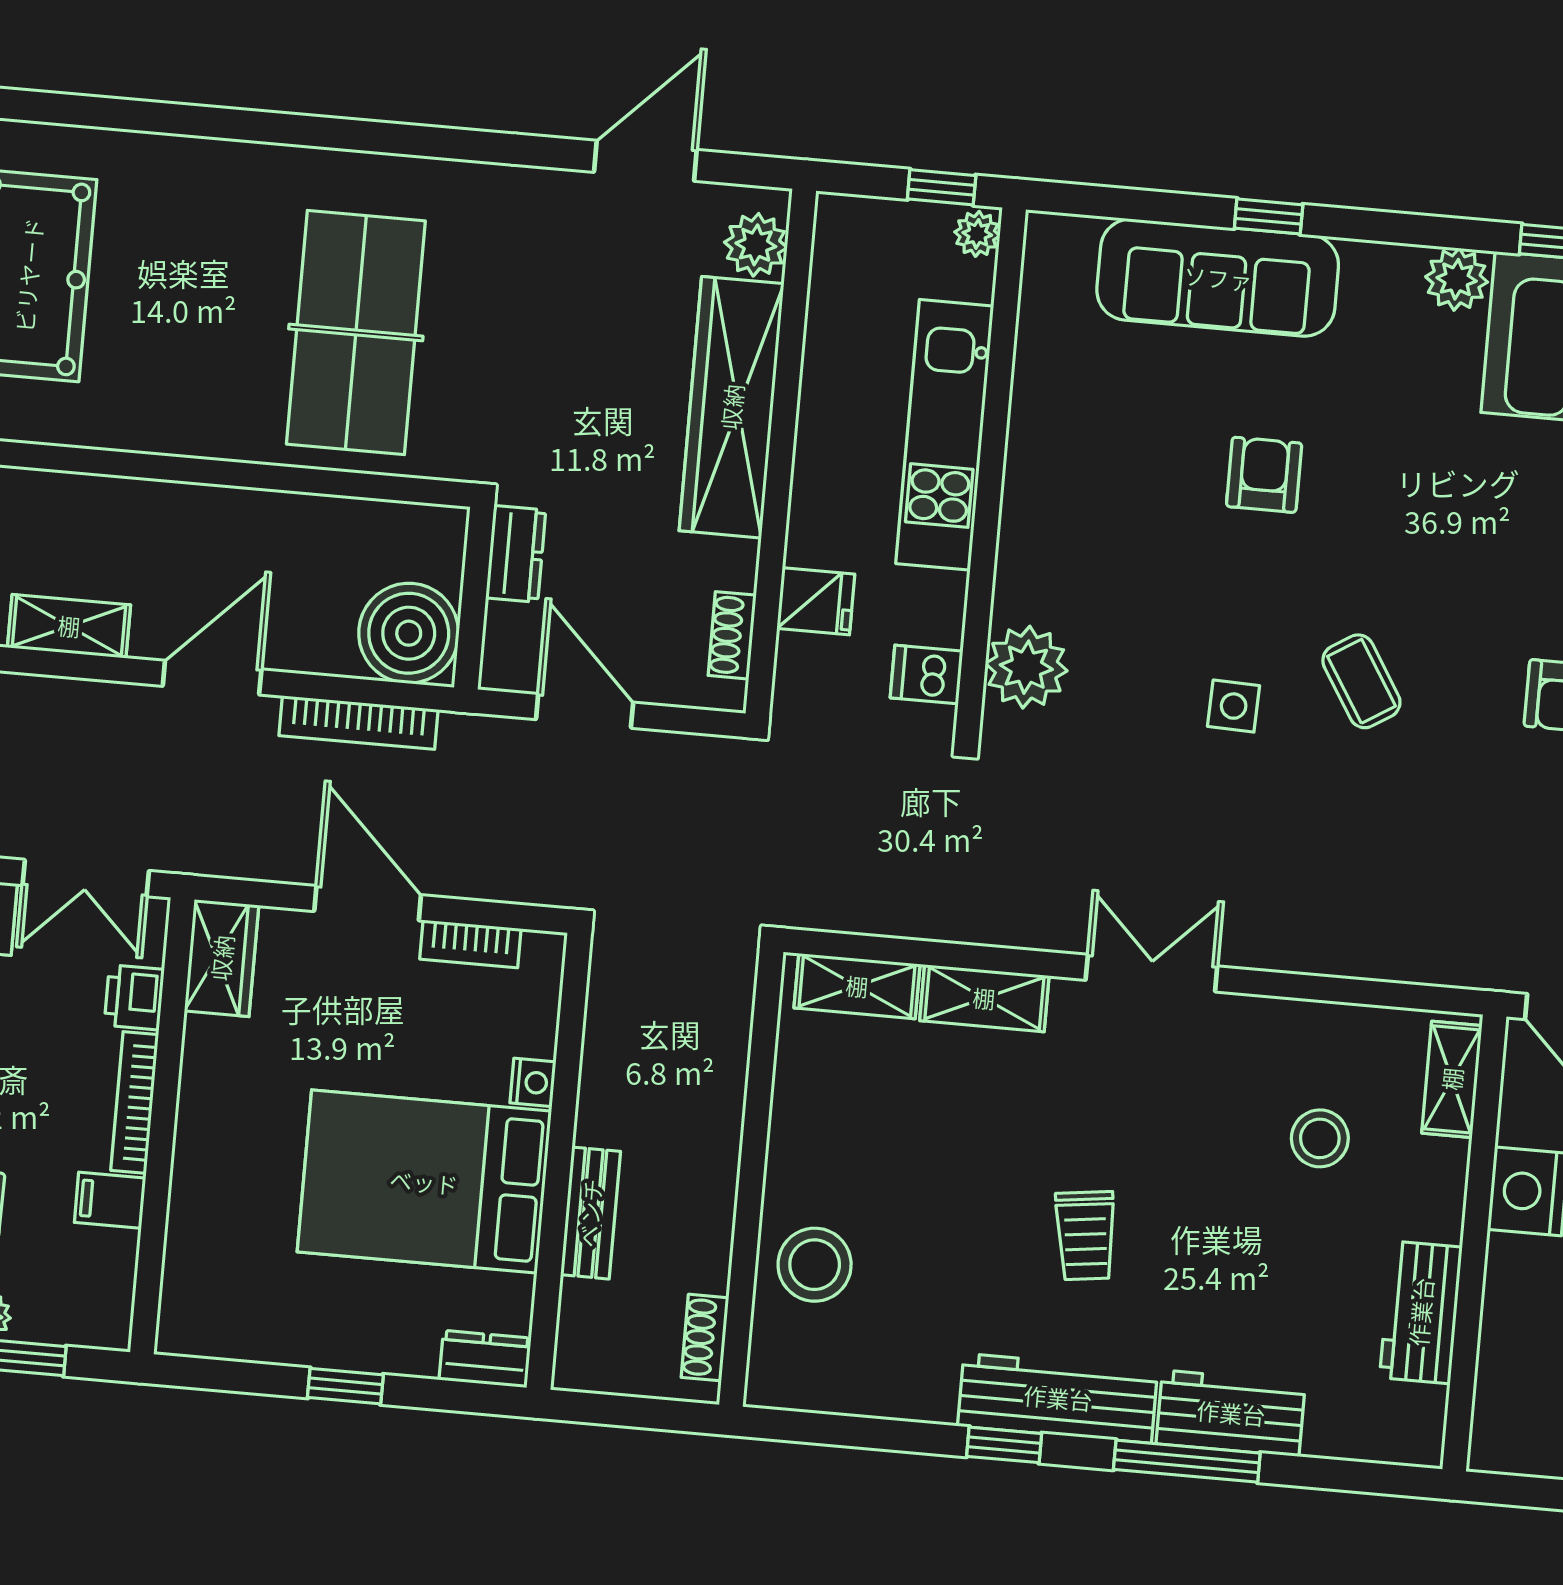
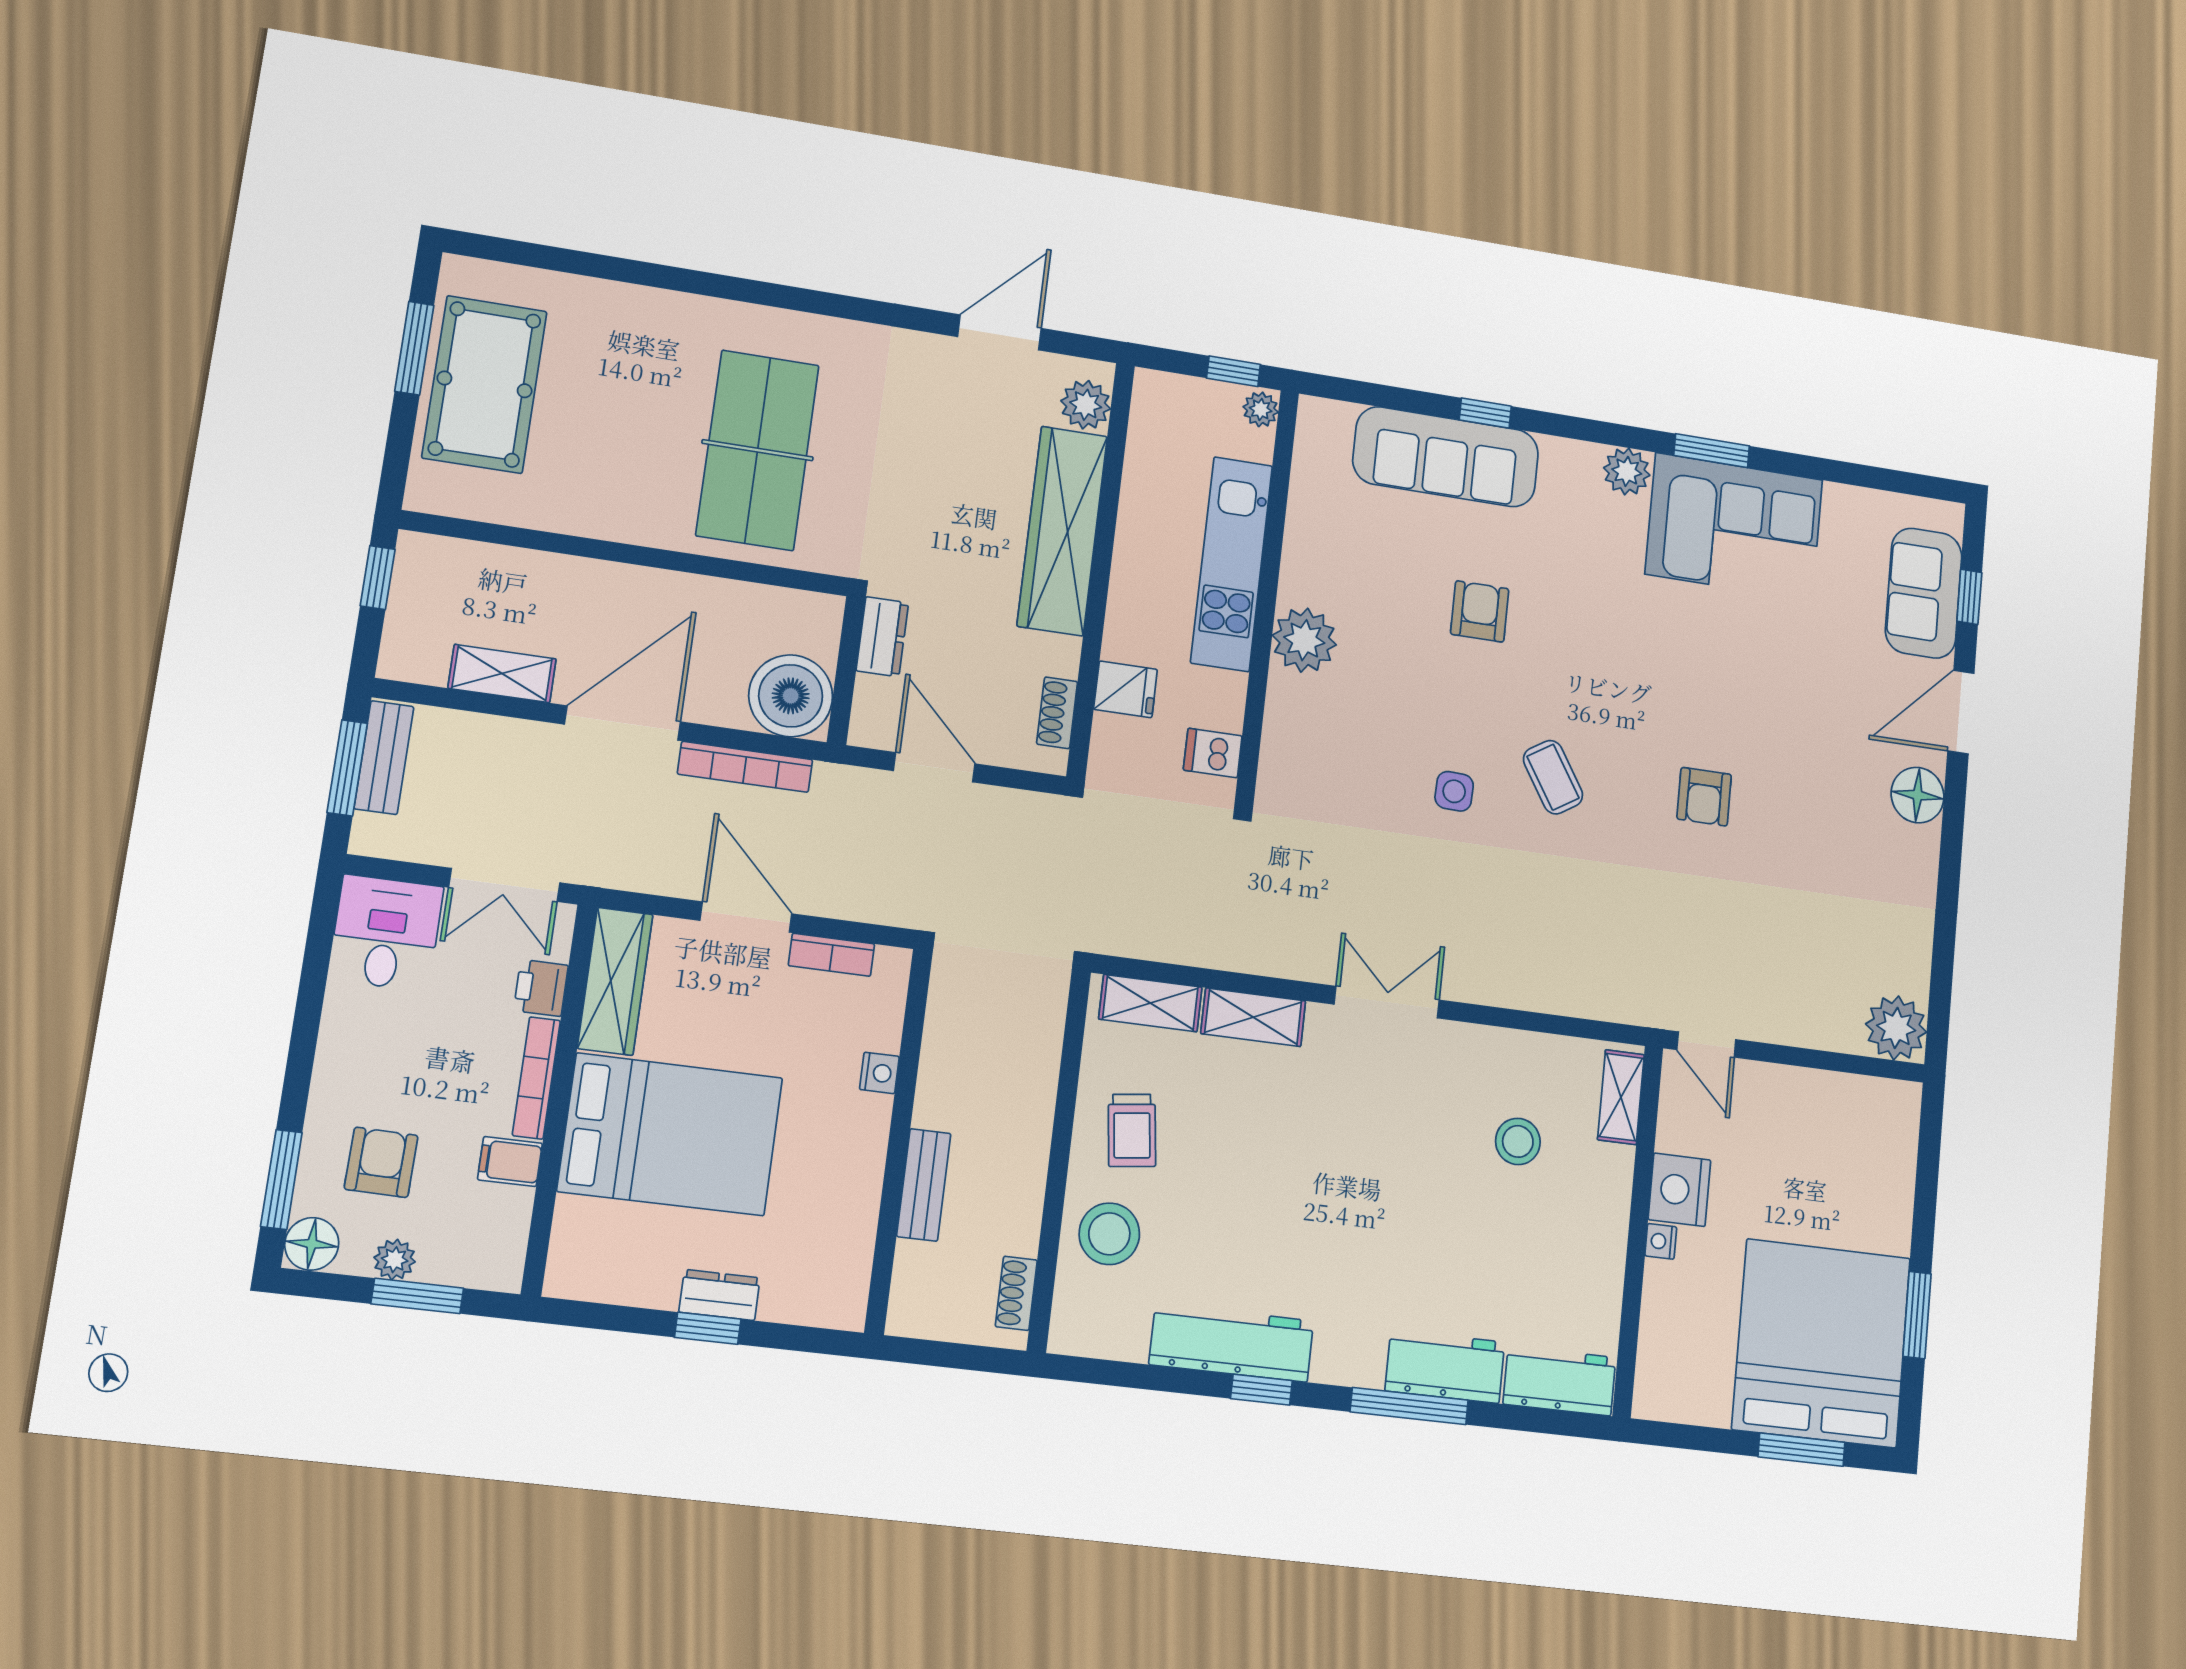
plant: (1026, 667) -> (1304, 640), moved
door: (212, 678) -> (623, 723), width x1.36
wardrobe: (222, 958) -> (615, 981), width x1.50
bed: (424, 1182) -> (670, 1134), moved, turned 180
trolley: (1086, 1236) -> (1132, 1130), moved
nightstand: (1504, 1256) -> (1661, 1241), added
workbench: (1421, 1312) -> (1559, 1381), moved, turned 90
dresser: (485, 1359) -> (720, 1295), moved
workbench: (1058, 1398) -> (1231, 1343), moved

